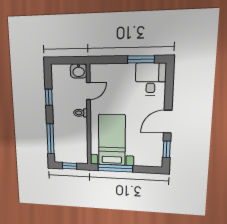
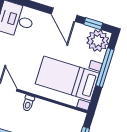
plant: (152, 157) -> (98, 41), added
window: (115, 168) -> (105, 68), moved

